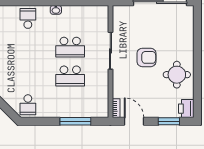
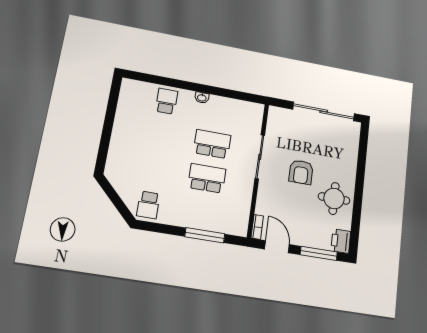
school desk: (70, 47) -> (212, 144), turned 180
armchair: (146, 57) -> (301, 172), turned 90
school desk: (70, 76) -> (207, 178), turned 180
window: (169, 121) -> (319, 253), width x1.44

